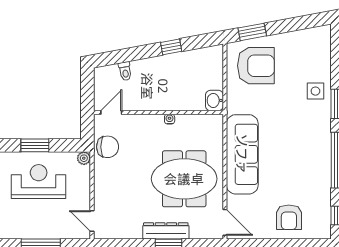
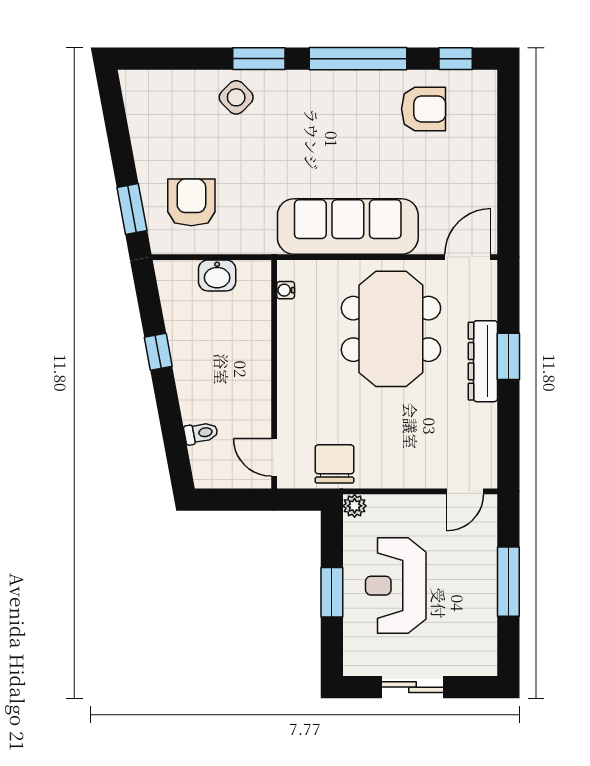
armchair: (256, 66) -> (191, 202), width x0.73, depth x0.73
side table: (315, 91) -> (236, 97), turned 45
washbasin: (214, 100) -> (217, 275), moved
water cooler: (170, 119) -> (286, 290), moved
armchair: (289, 217) -> (424, 109), moved

